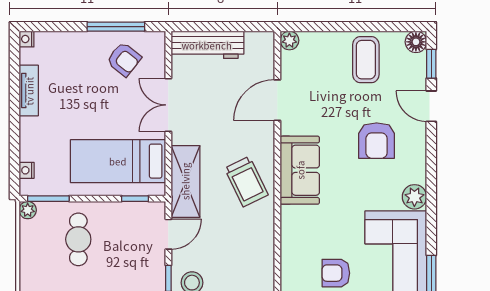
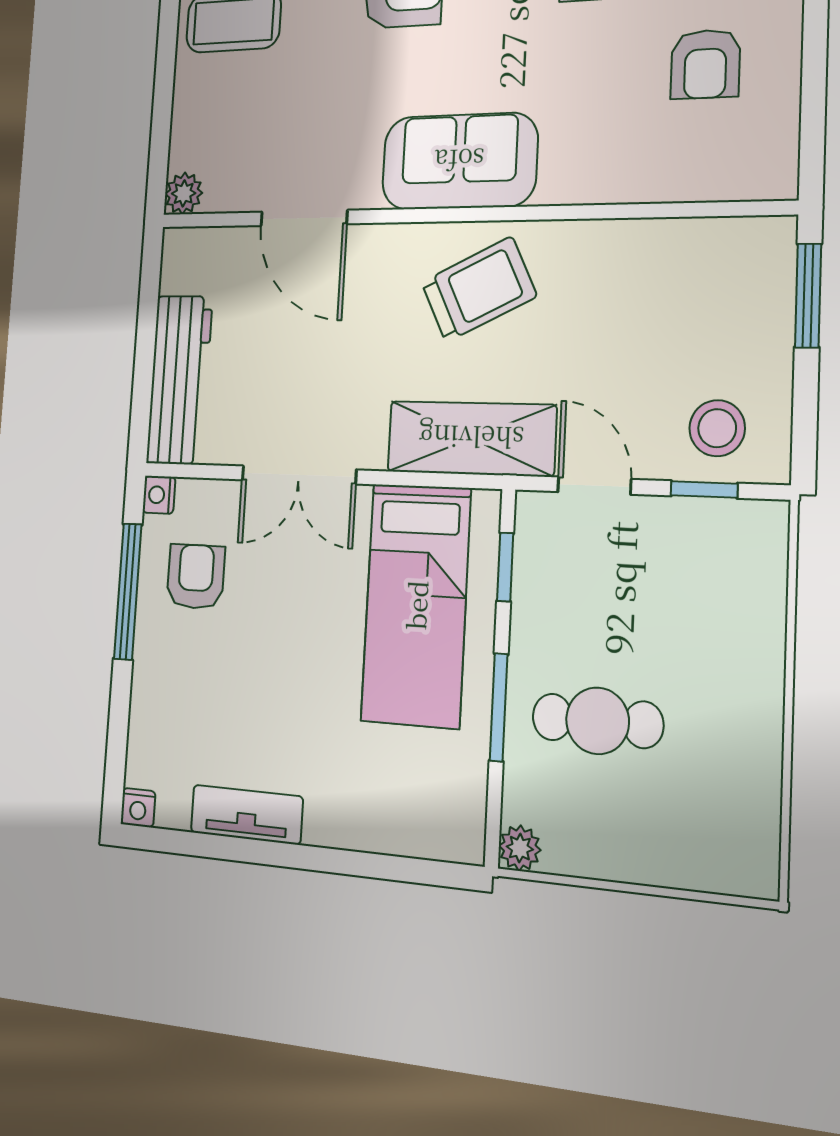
armchair: (124, 59) -> (196, 577), turned -38
nightstand: (27, 170) -> (159, 495), moved, turned 90
window: (48, 199) -> (499, 707), moved

